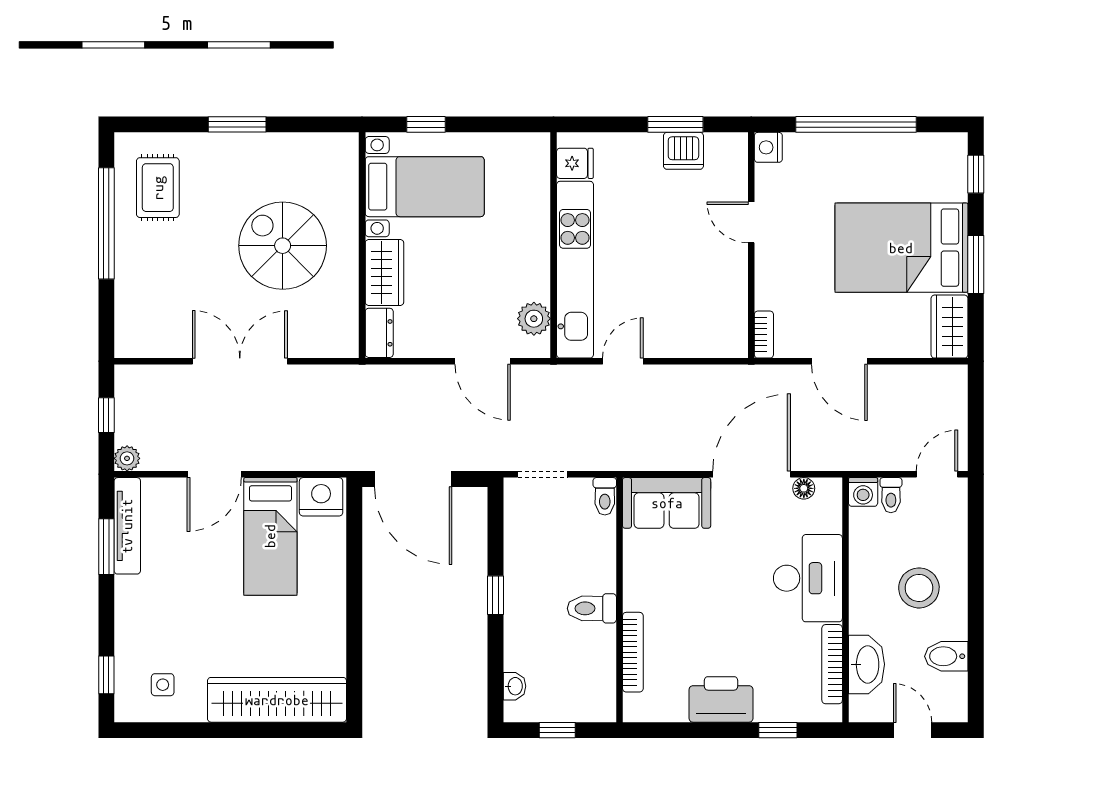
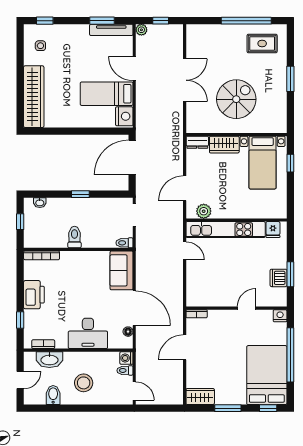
bed: (901, 248) -> (267, 375), moved
bookcase: (633, 652) -> (42, 255), moved
bookcase: (832, 664) -> (43, 344), width x0.64

